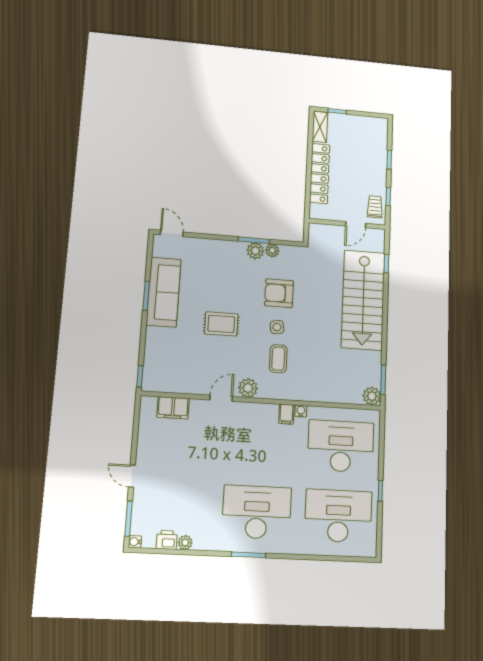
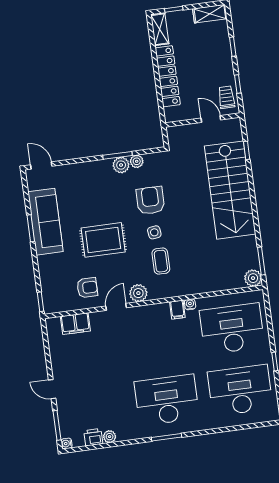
shelving: (372, 124) -> (210, 14), added
door: (356, 225) -> (211, 119), swing flipped
armchair: (279, 293) -> (150, 200), turned 90
rug: (221, 324) -> (103, 240), width x1.36, depth x1.43
armchair: (194, 371) -> (87, 288), added

